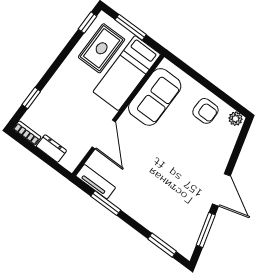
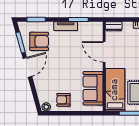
dresser: (51, 148) -> (114, 26), moved
tv unit: (96, 182) -> (66, 26), moved
door: (221, 190) -> (27, 67), swing flipped
armchair: (180, 213) -> (39, 41), added

